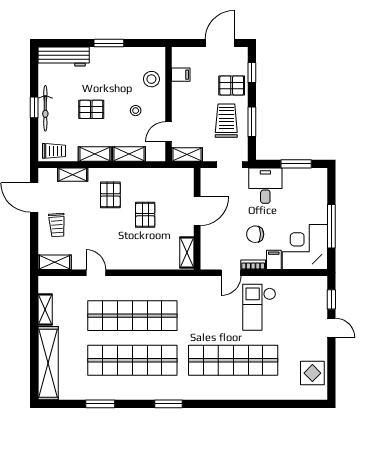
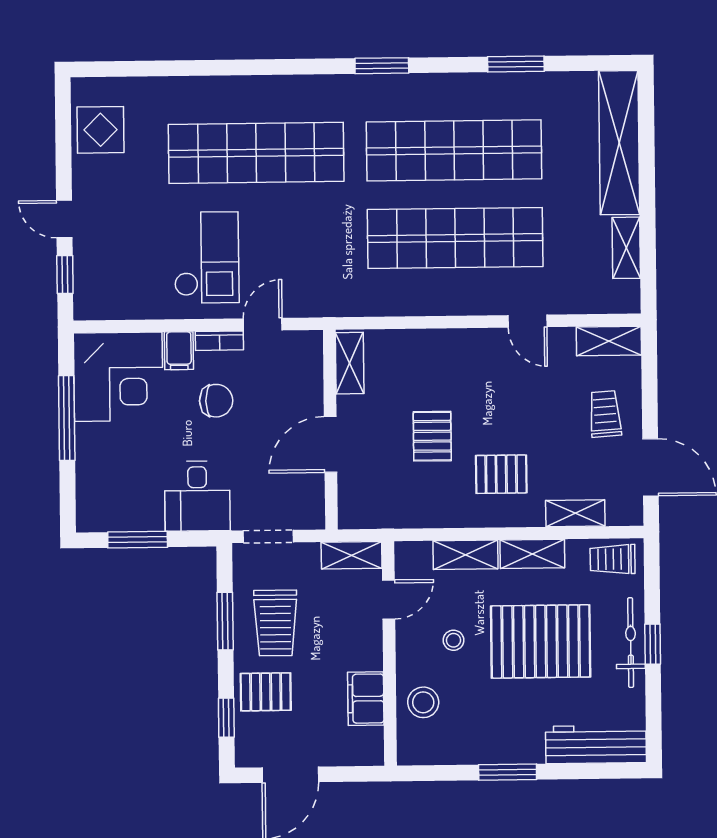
filing cabinet: (181, 75) -> (366, 699), width x2.00
pallet: (91, 109) -> (541, 641), width x2.05, depth x2.00
pallet: (110, 195) -> (501, 474), turned 90

